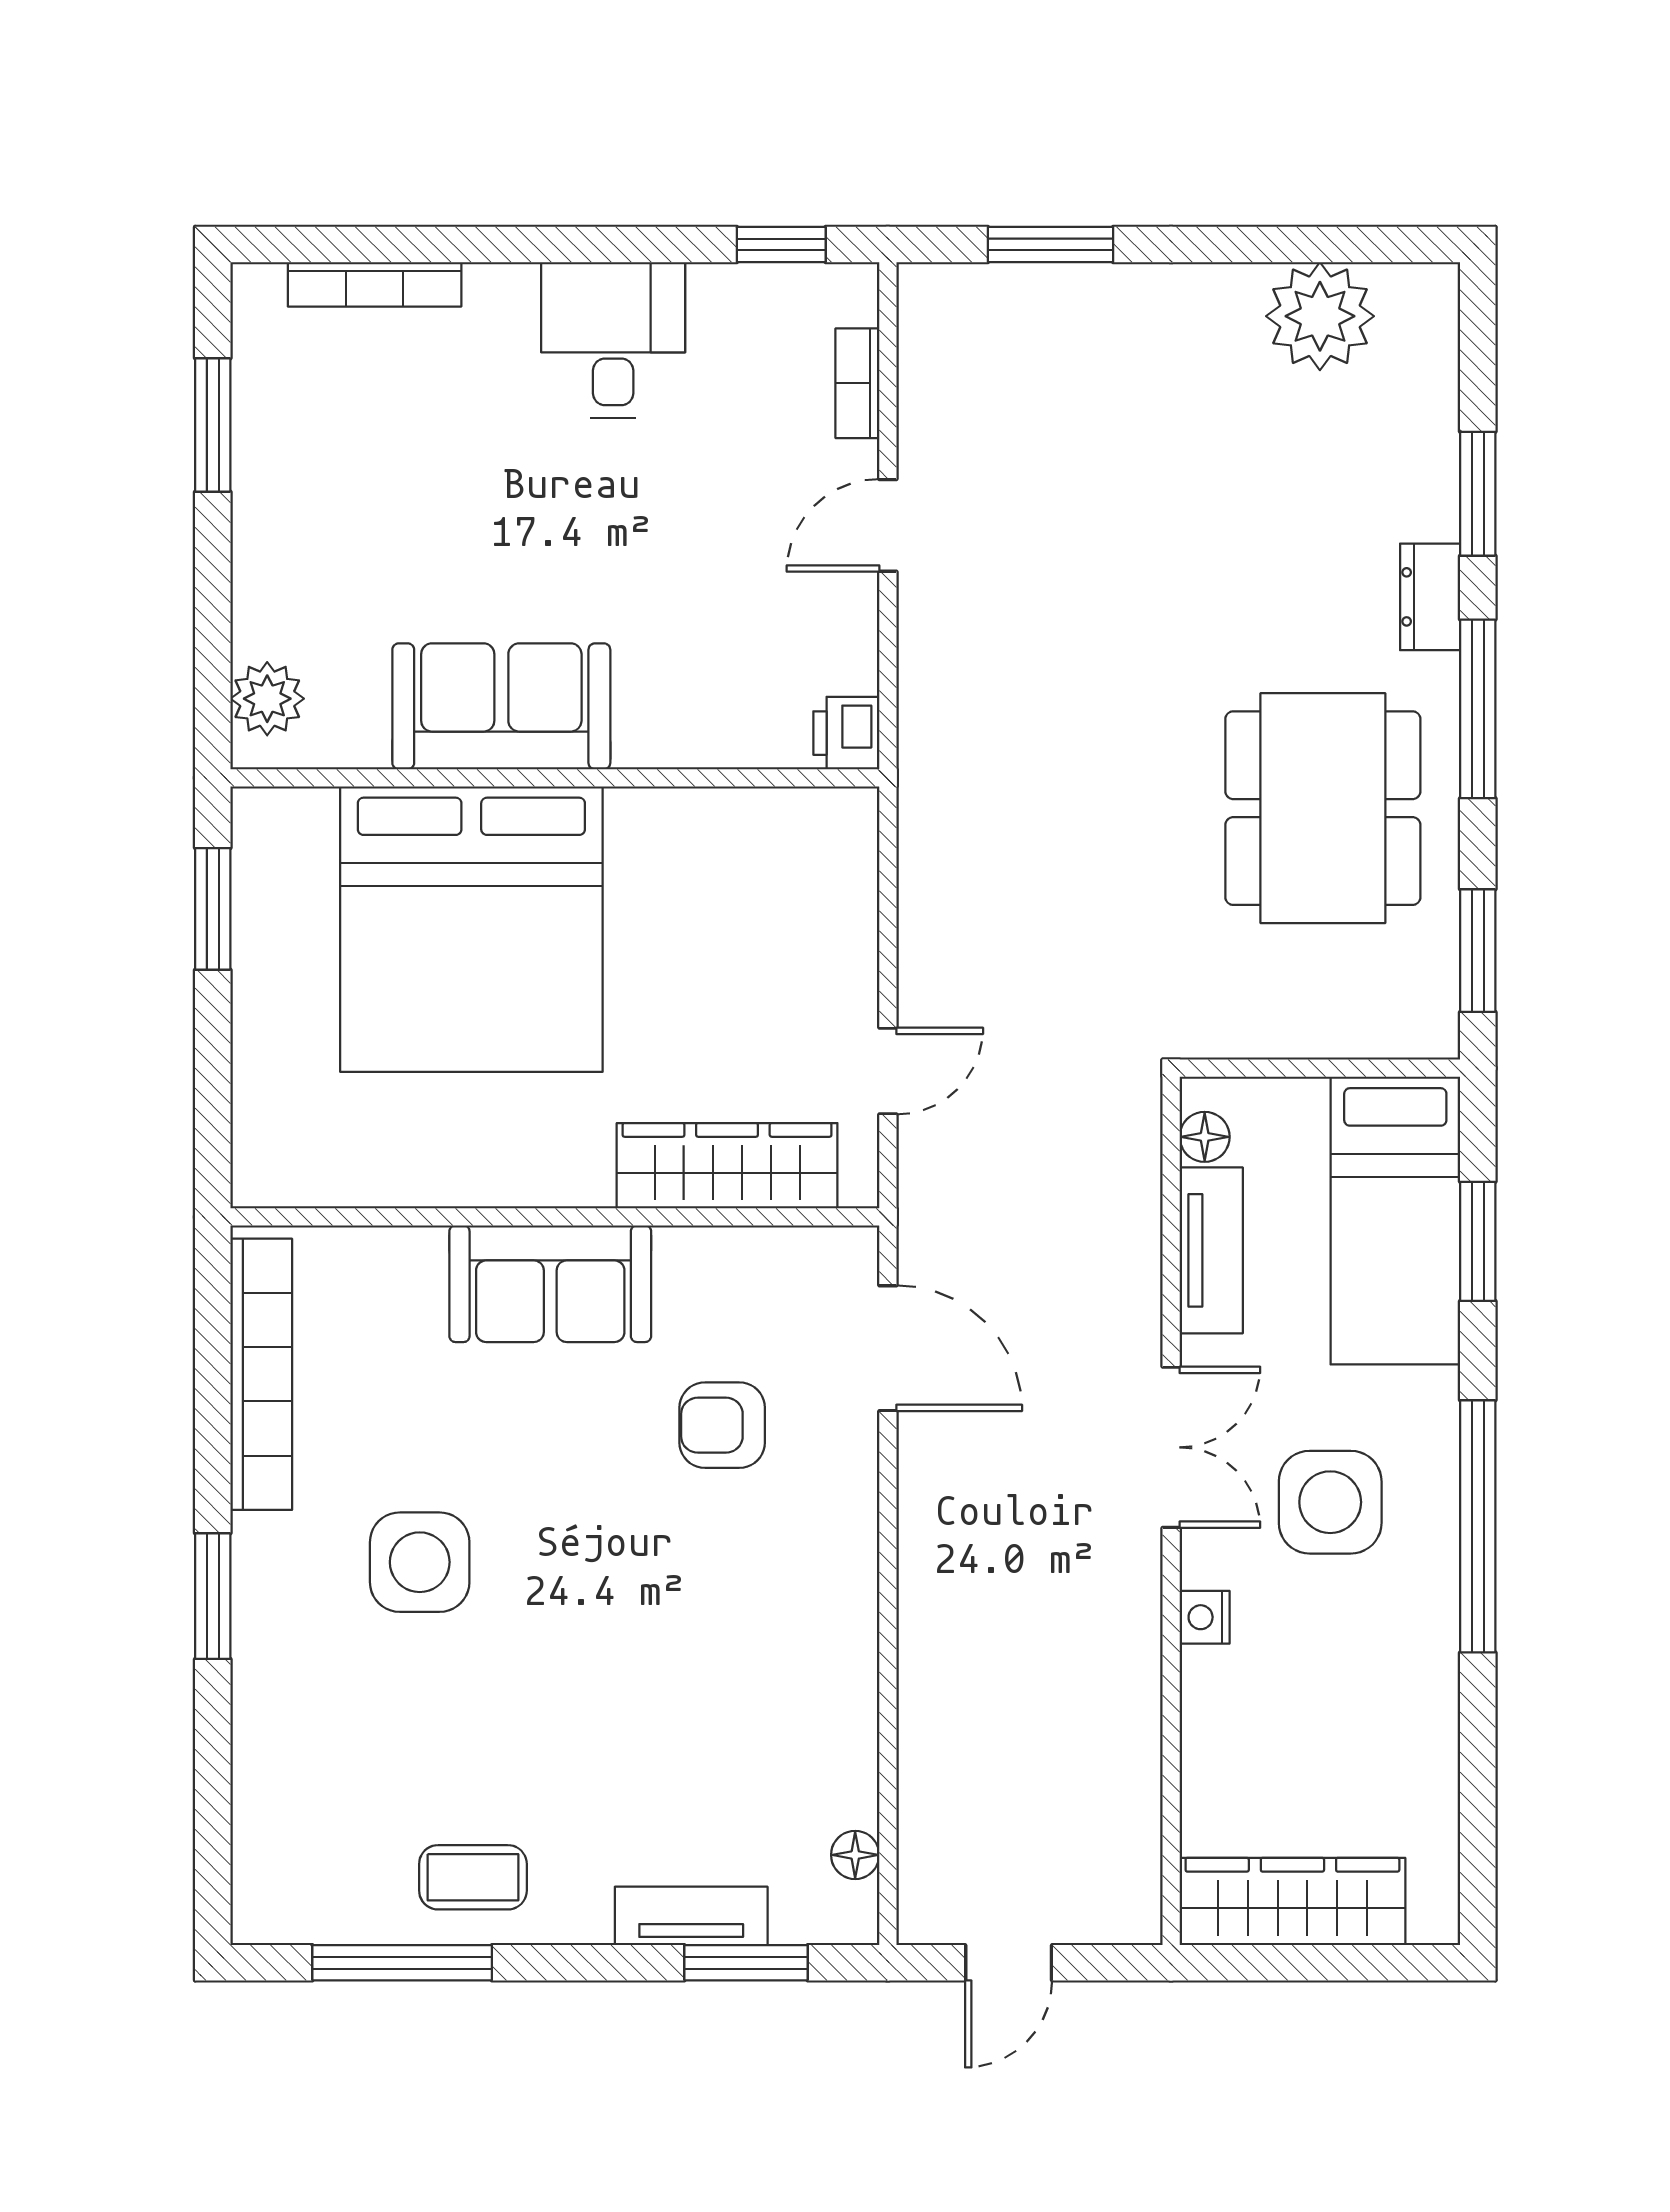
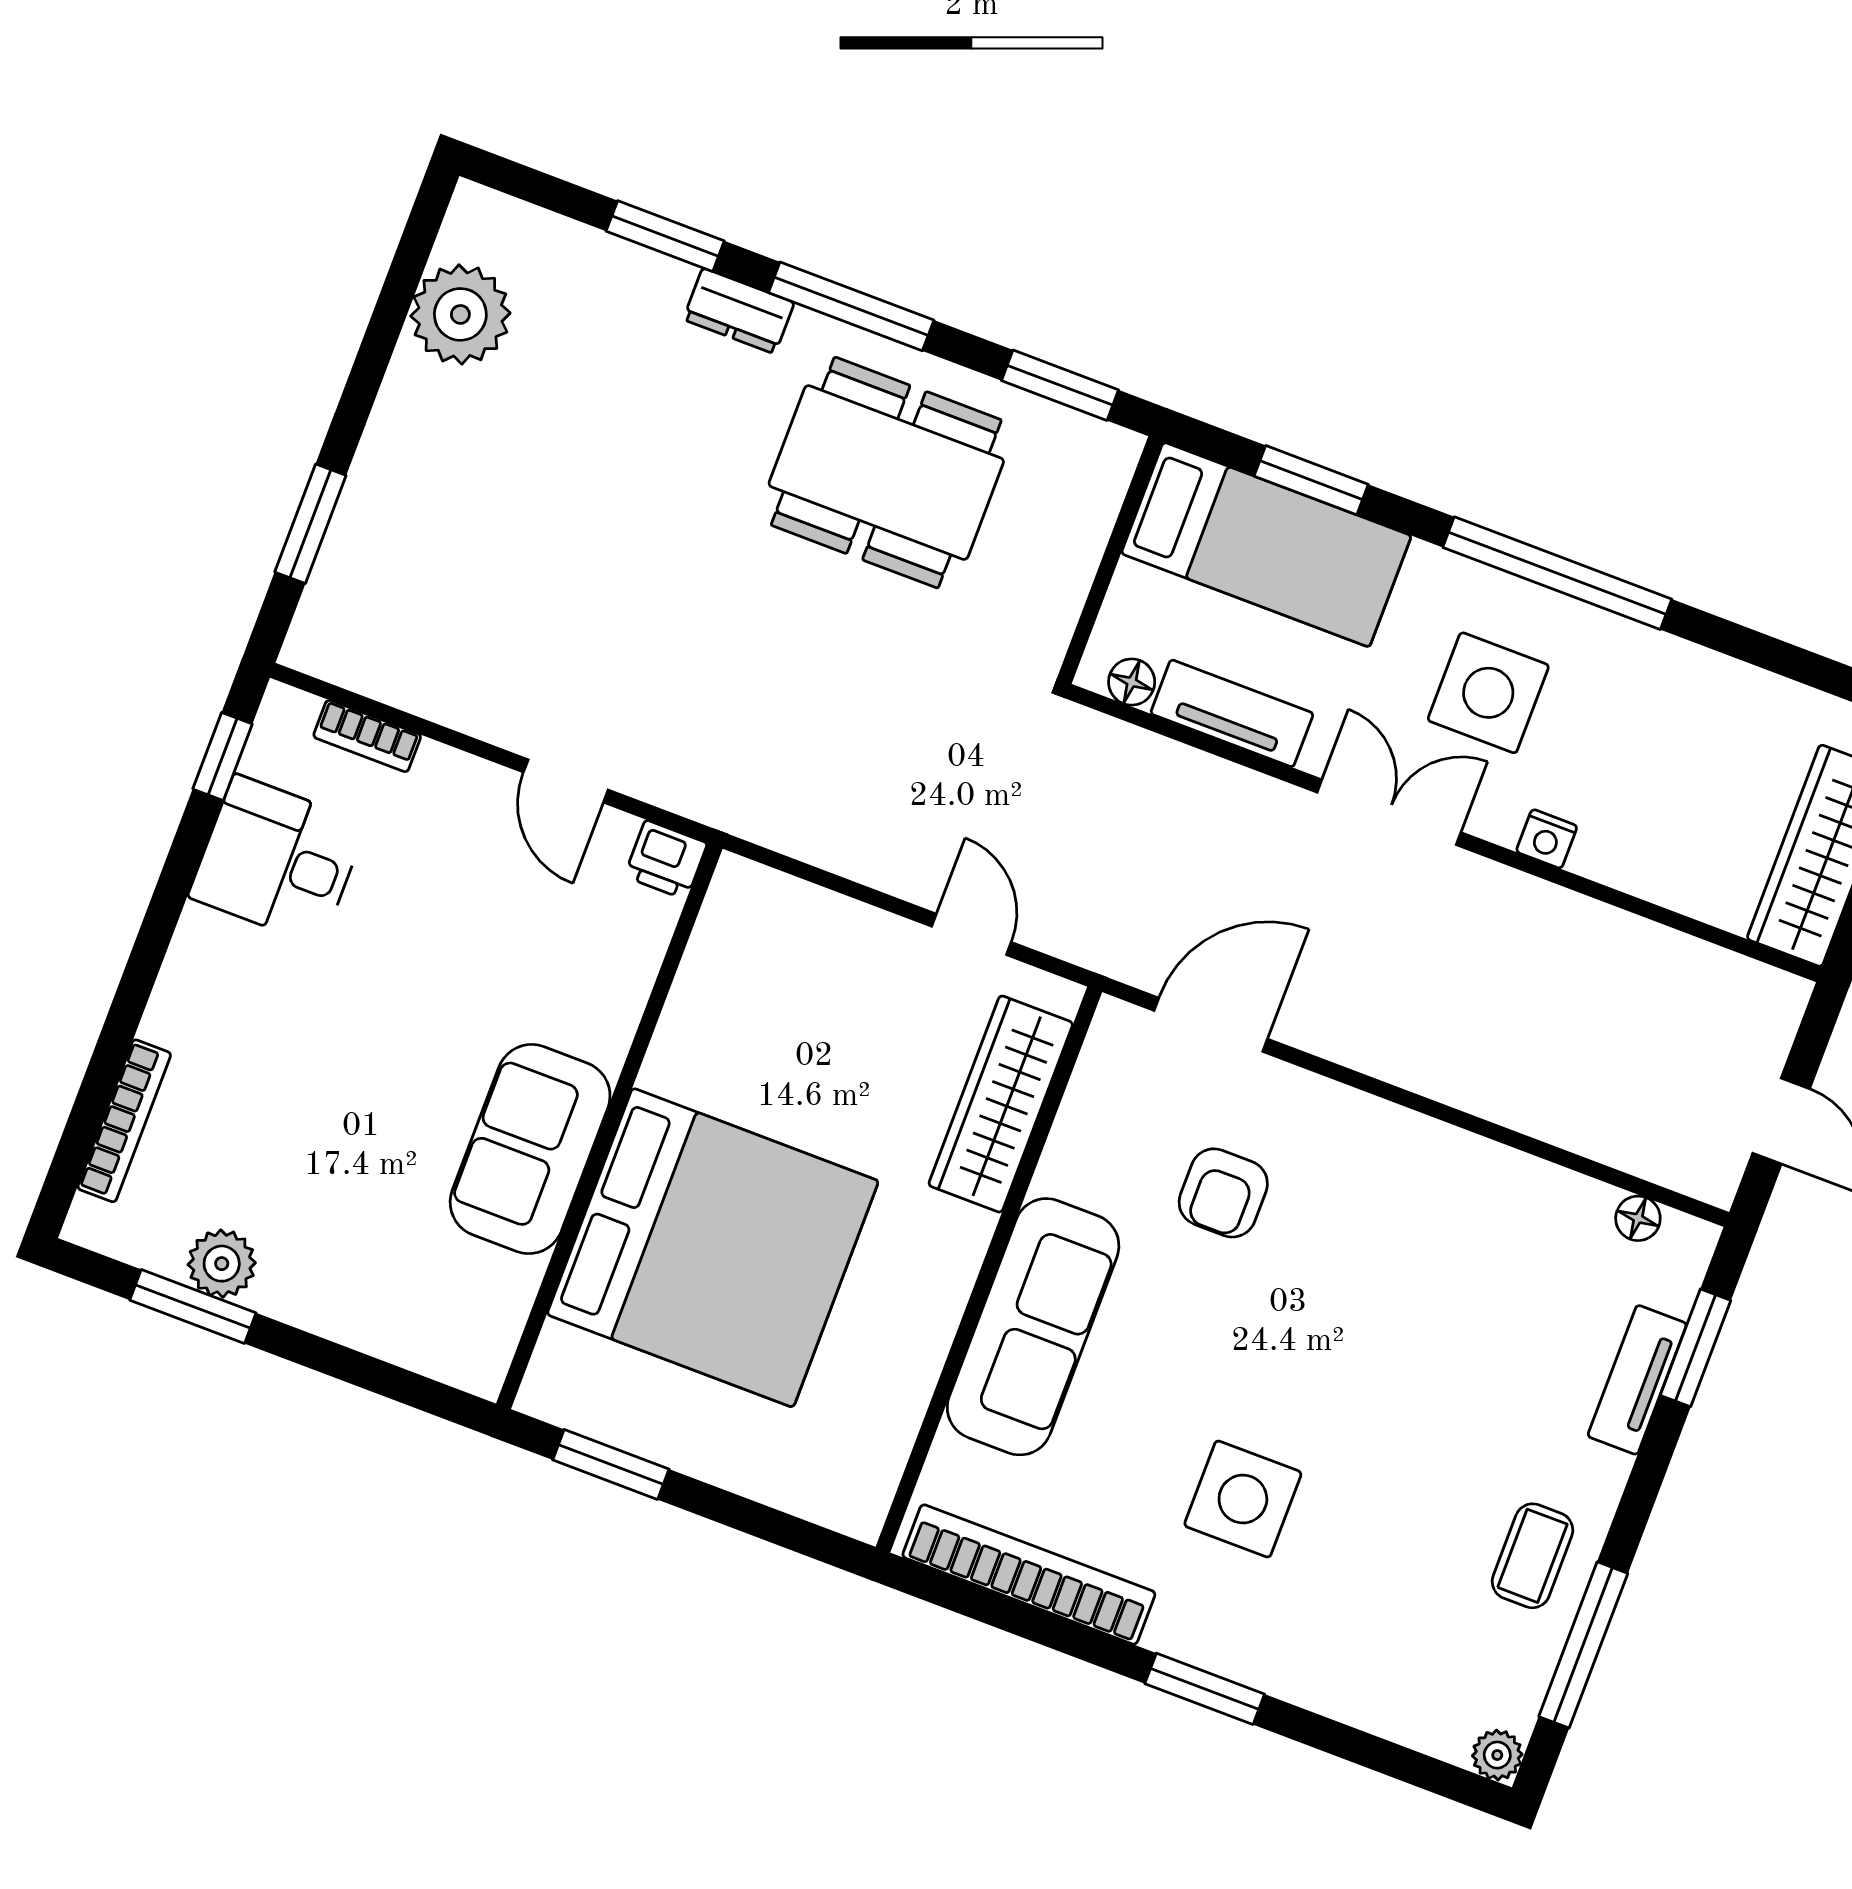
desk: (613, 340) -> (278, 860), moved
door: (888, 525) -> (566, 781), moved
plant: (267, 699) -> (222, 1264), moved
sofa: (550, 1284) -> (1033, 1327), width x1.36
plant: (258, 1918) -> (1497, 1755), added

